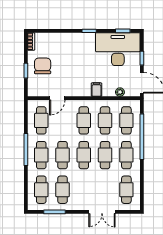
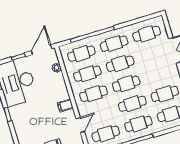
filing cabinet: (96, 90) -> (65, 105), moved
door: (57, 98) -> (80, 125), hinge flipped

